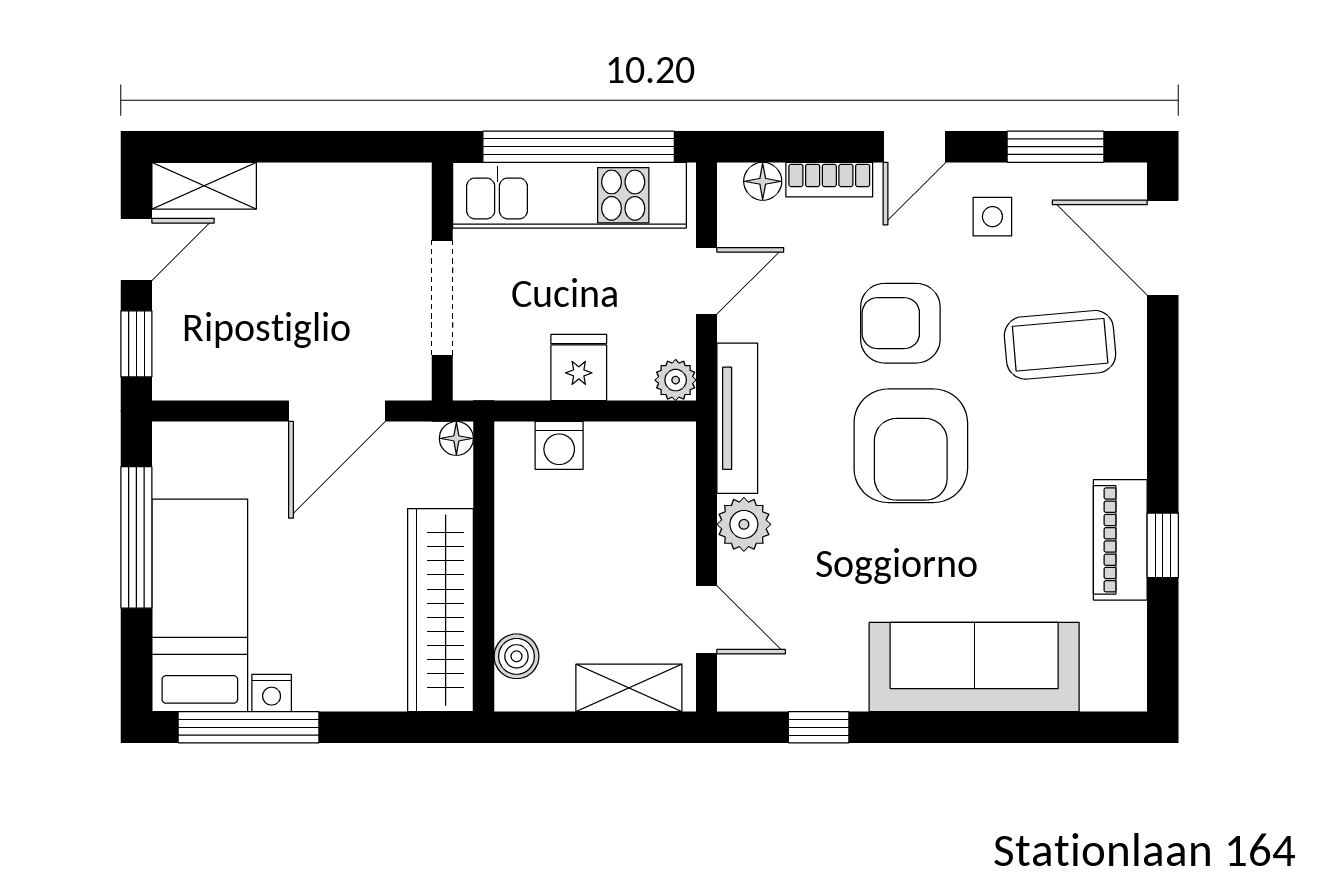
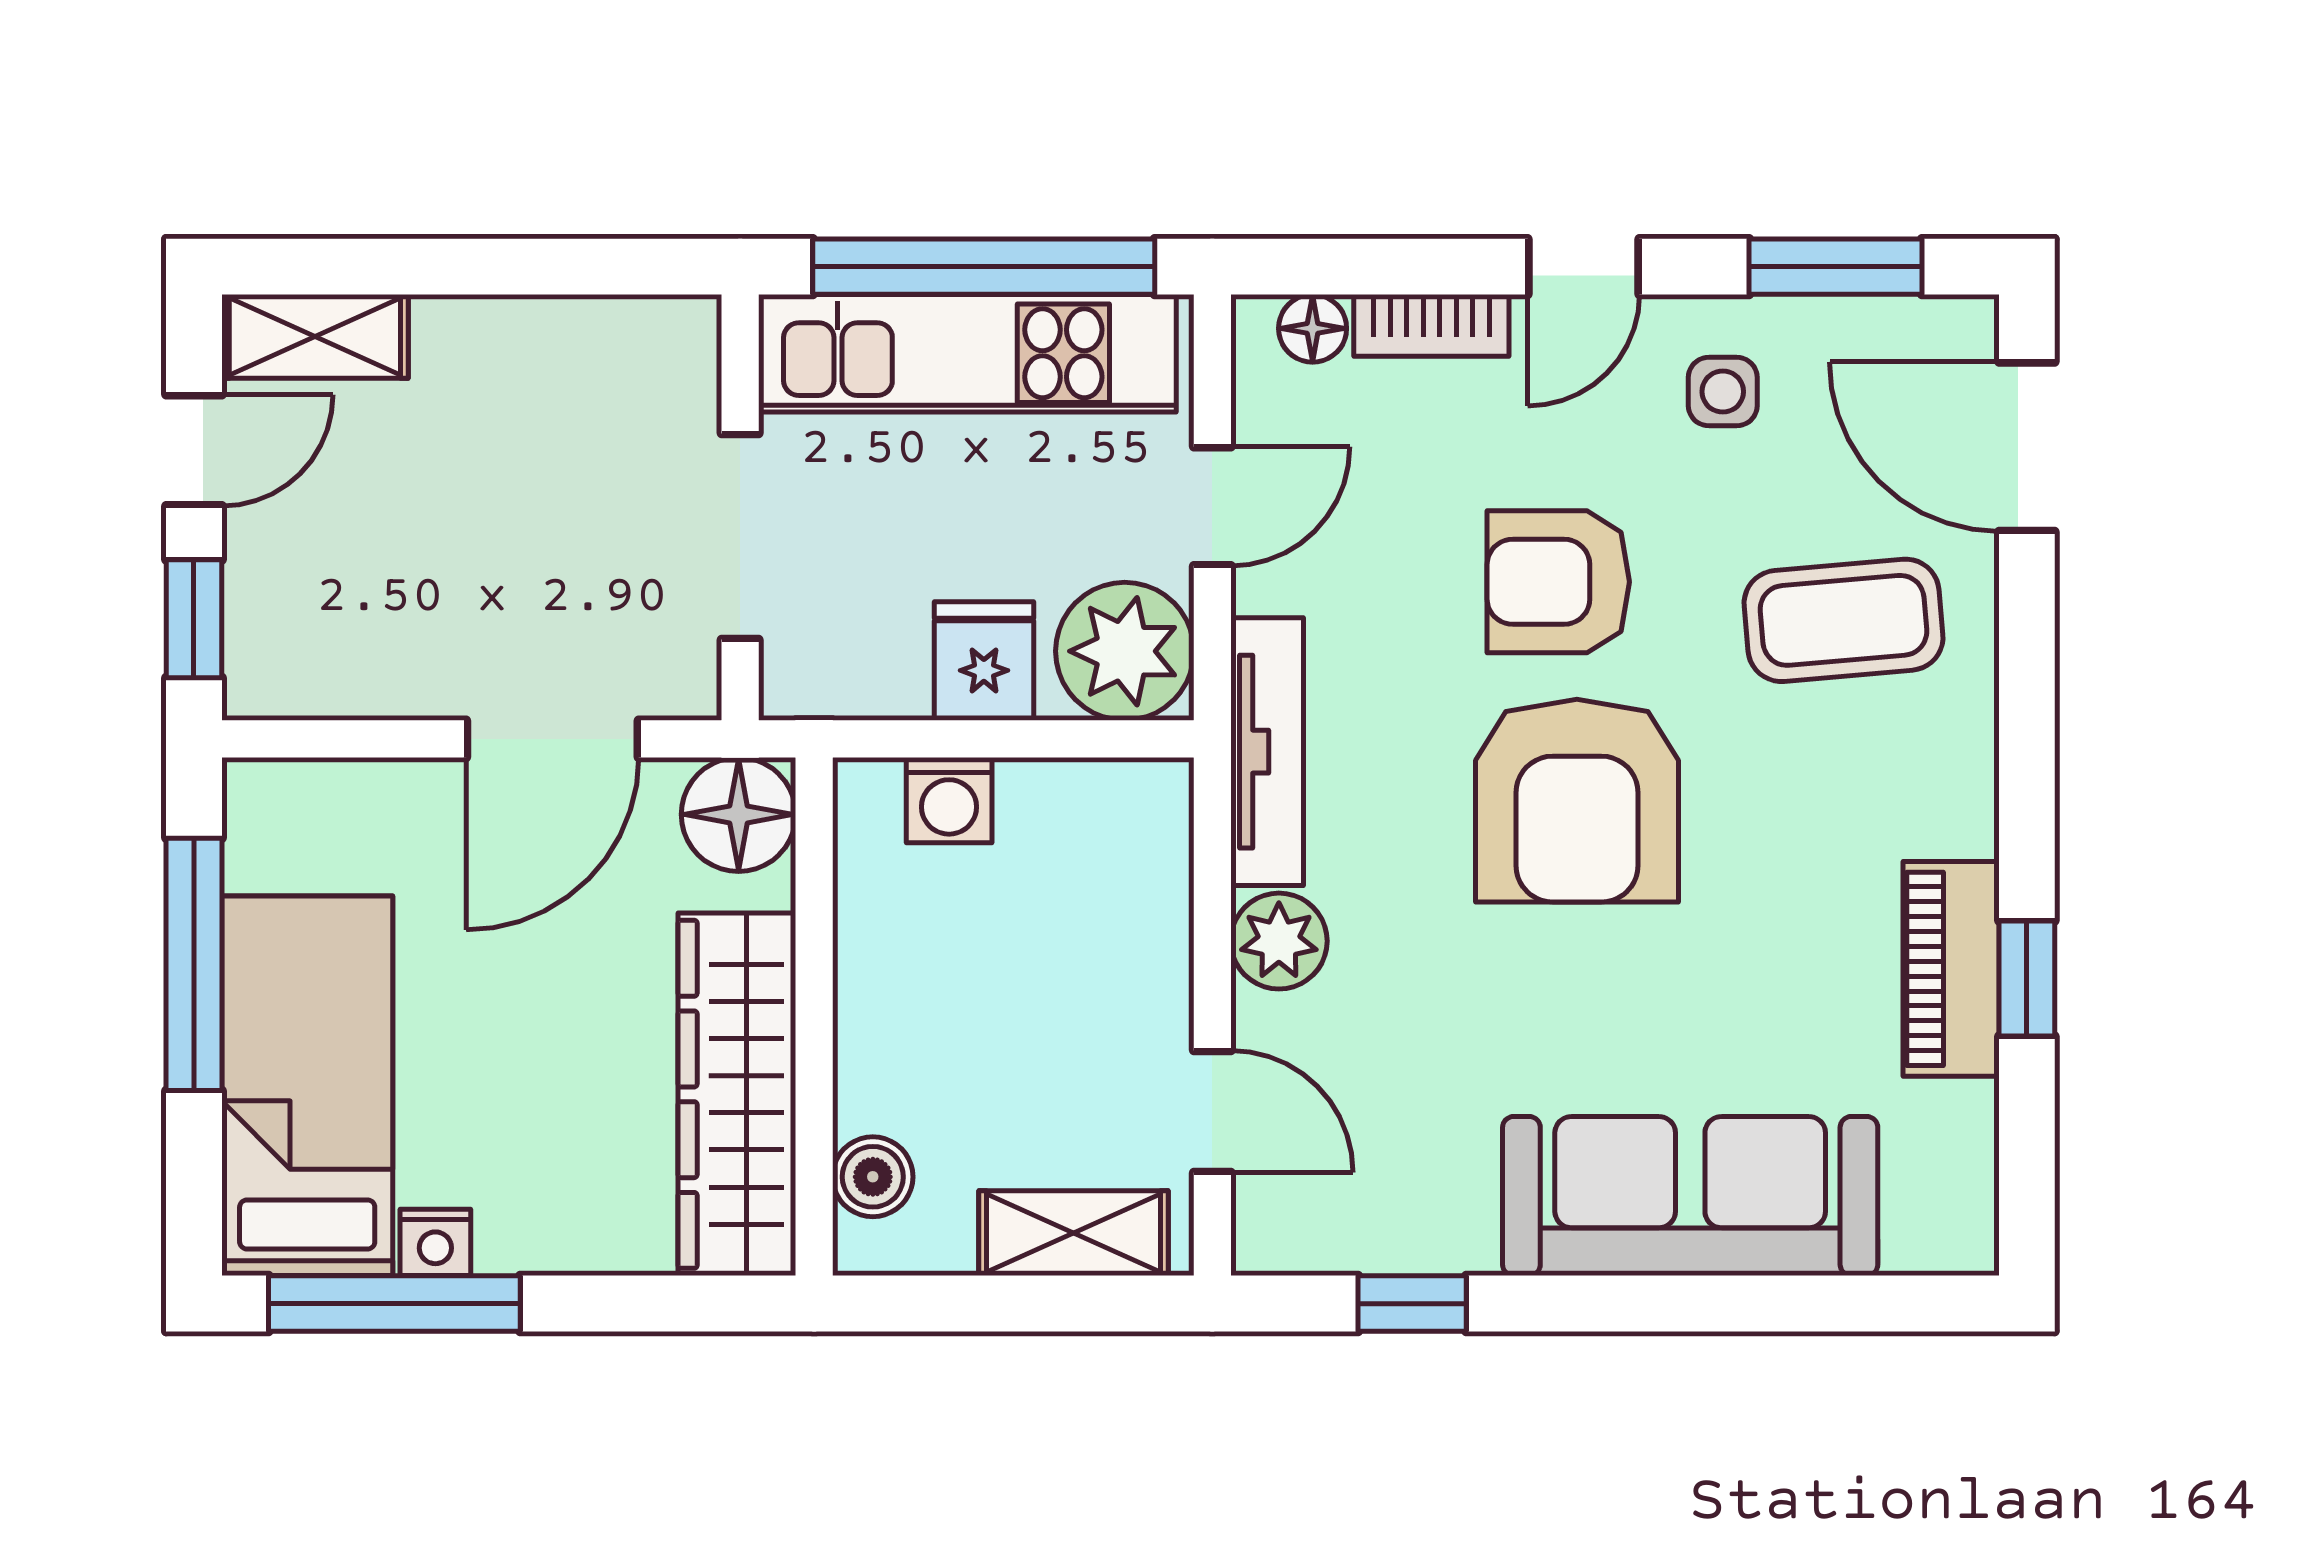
plant: (676, 380) -> (1125, 651), width x1.88, depth x1.88
floor lamp: (456, 438) -> (739, 814), width x1.89, depth x1.89

